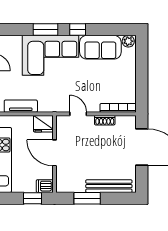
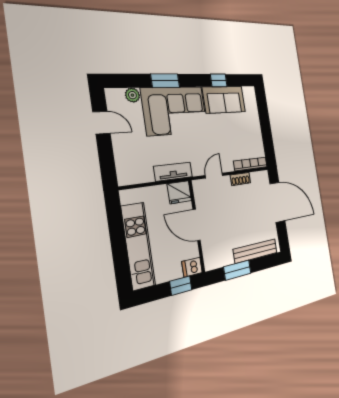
window: (78, 30) -> (219, 80), moved
plant: (128, 41) -> (132, 95), moved
tv unit: (21, 106) -> (173, 172), moved
door: (78, 114) -> (214, 176), hinge flipped

